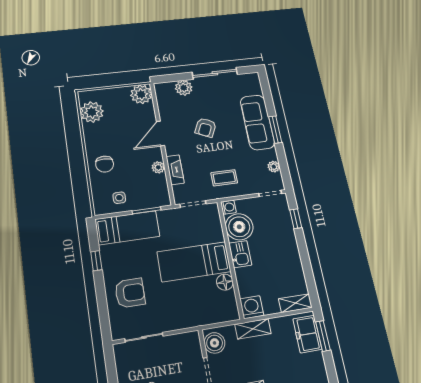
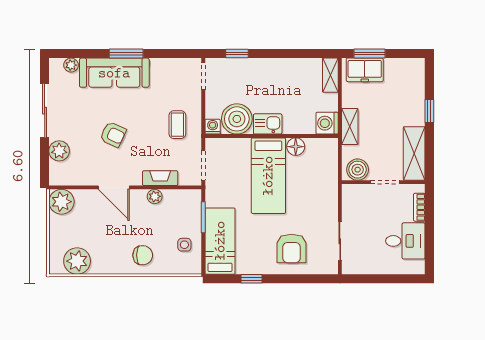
plant: (274, 167) -> (71, 65), moved
armchair: (130, 293) -> (291, 249), turned 180

